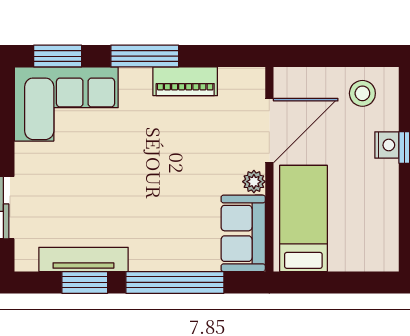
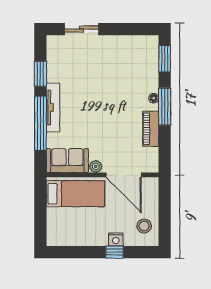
floor lamp: (129, 76) -> (154, 98), added
corner sofa: (66, 104) -> (138, 64), removed
tv unit: (83, 259) -> (53, 107), moved

